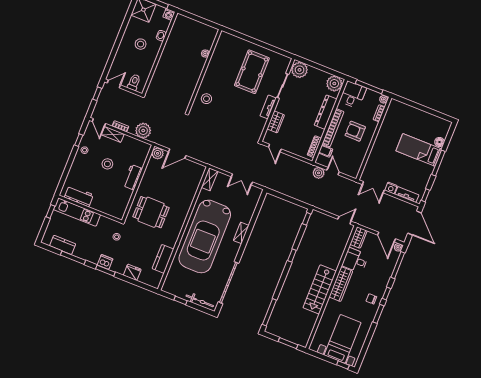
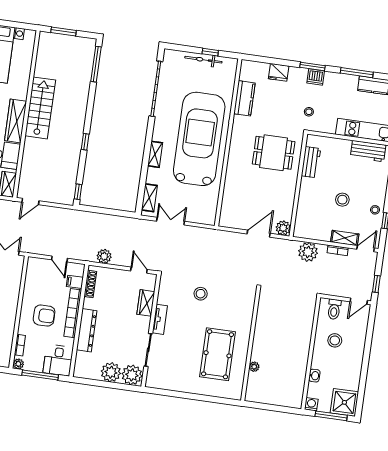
stool: (141, 44) -> (335, 340), moved
pool table: (252, 72) -> (218, 354), moved
plant: (334, 84) -> (111, 372), moved
stool: (206, 99) -> (201, 294), moved
door: (99, 122) -> (366, 249), hinge flipped
plant: (319, 173) -> (104, 256), moved
workbench: (133, 177) -> (311, 162), moved
shelving: (210, 179) -> (149, 198), moved
bicycle: (200, 301) -> (203, 60), moved

